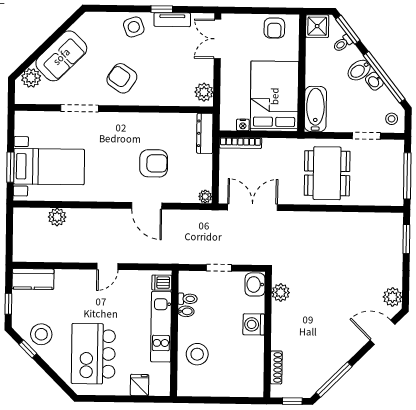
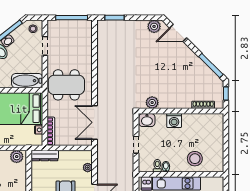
dining table: (327, 173) -> (66, 85), moved
plant: (205, 197) -> (88, 168), moved
door: (383, 332) -> (178, 33), hinge flipped

